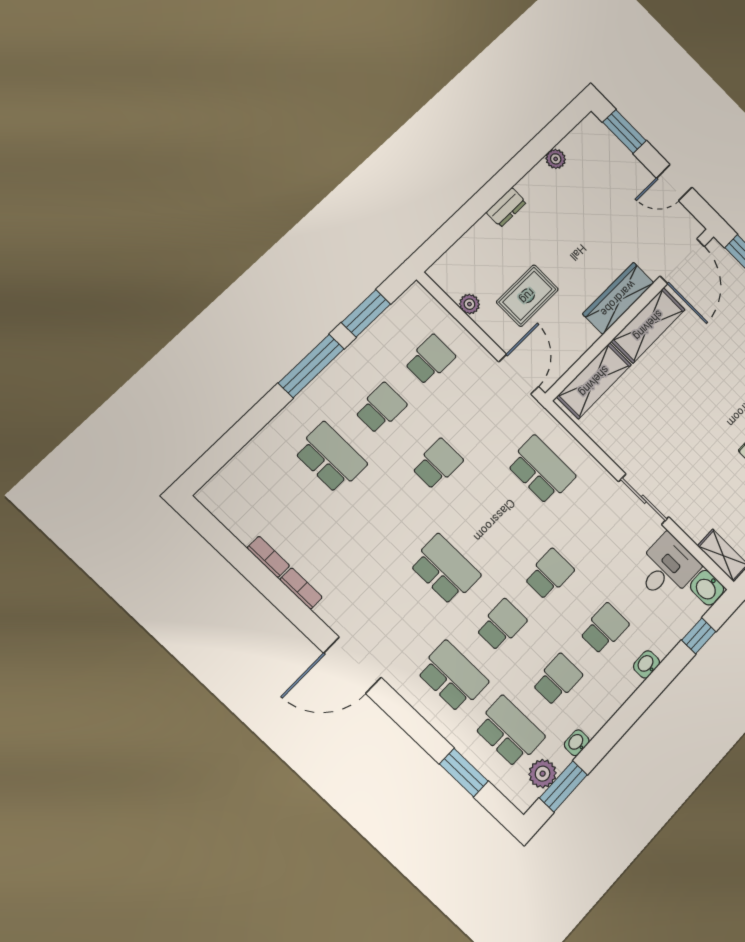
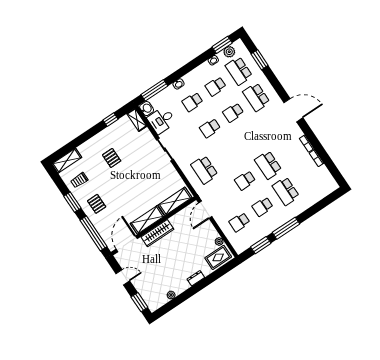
rug: (527, 296) -> (218, 257), moved
school desk: (445, 570) -> (268, 165), moved
window: (699, 636) -> (154, 90), width x2.17

